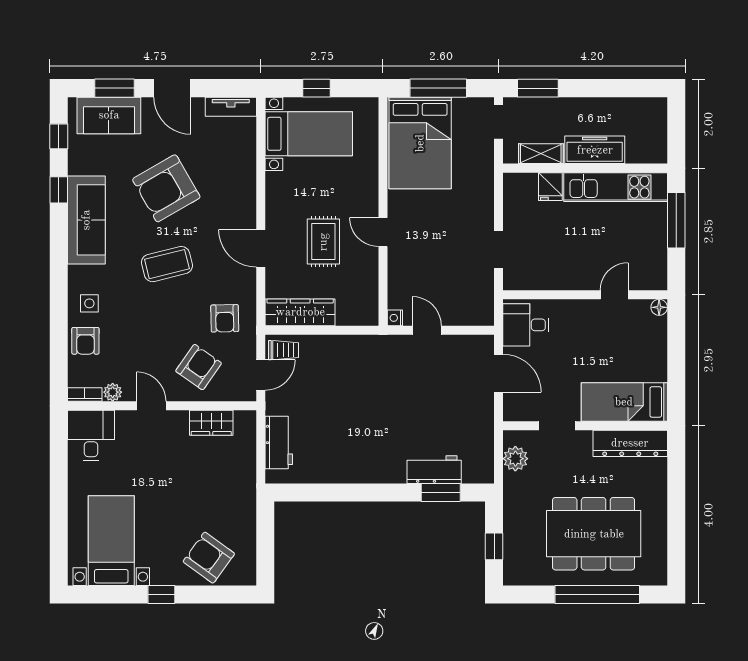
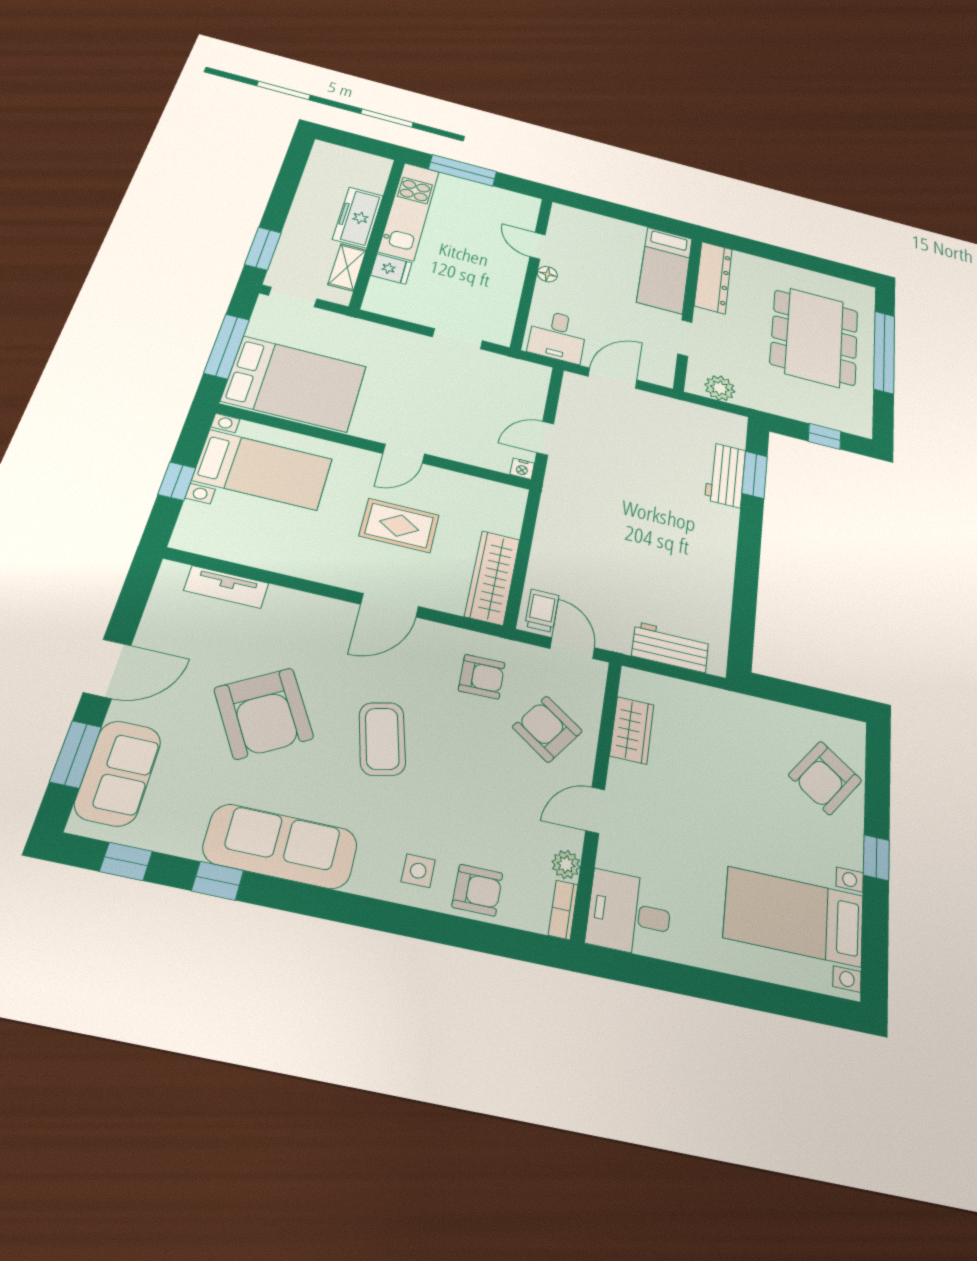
tv unit: (231, 107) -> (226, 587), moved, turned 90
bed with nightstands: (309, 134) -> (263, 470), moved, turned 90
floor lamp: (659, 307) -> (547, 274), moved

